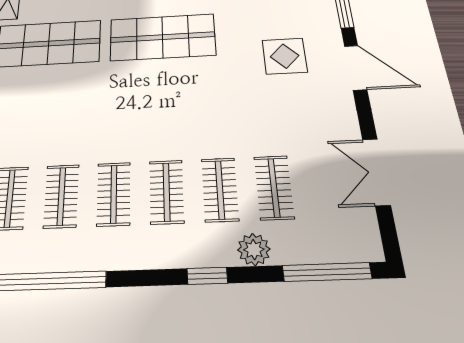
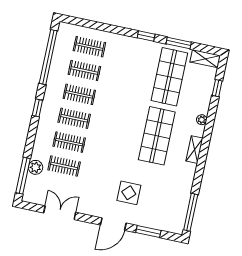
plant: (254, 250) -> (35, 167), moved
window: (207, 276) -> (37, 108), moved

